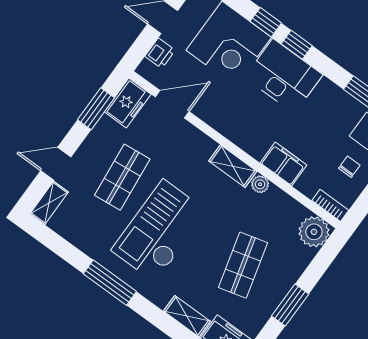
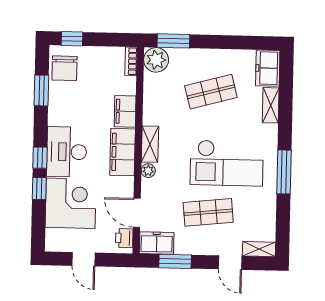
printer: (160, 53) -> (124, 238), moved, turned -90
filing cabinet: (244, 133) -> (123, 152), added
chair: (349, 167) -> (97, 66), removed
plant: (260, 184) -> (148, 171), moved
window: (290, 305) -> (173, 41), moved

